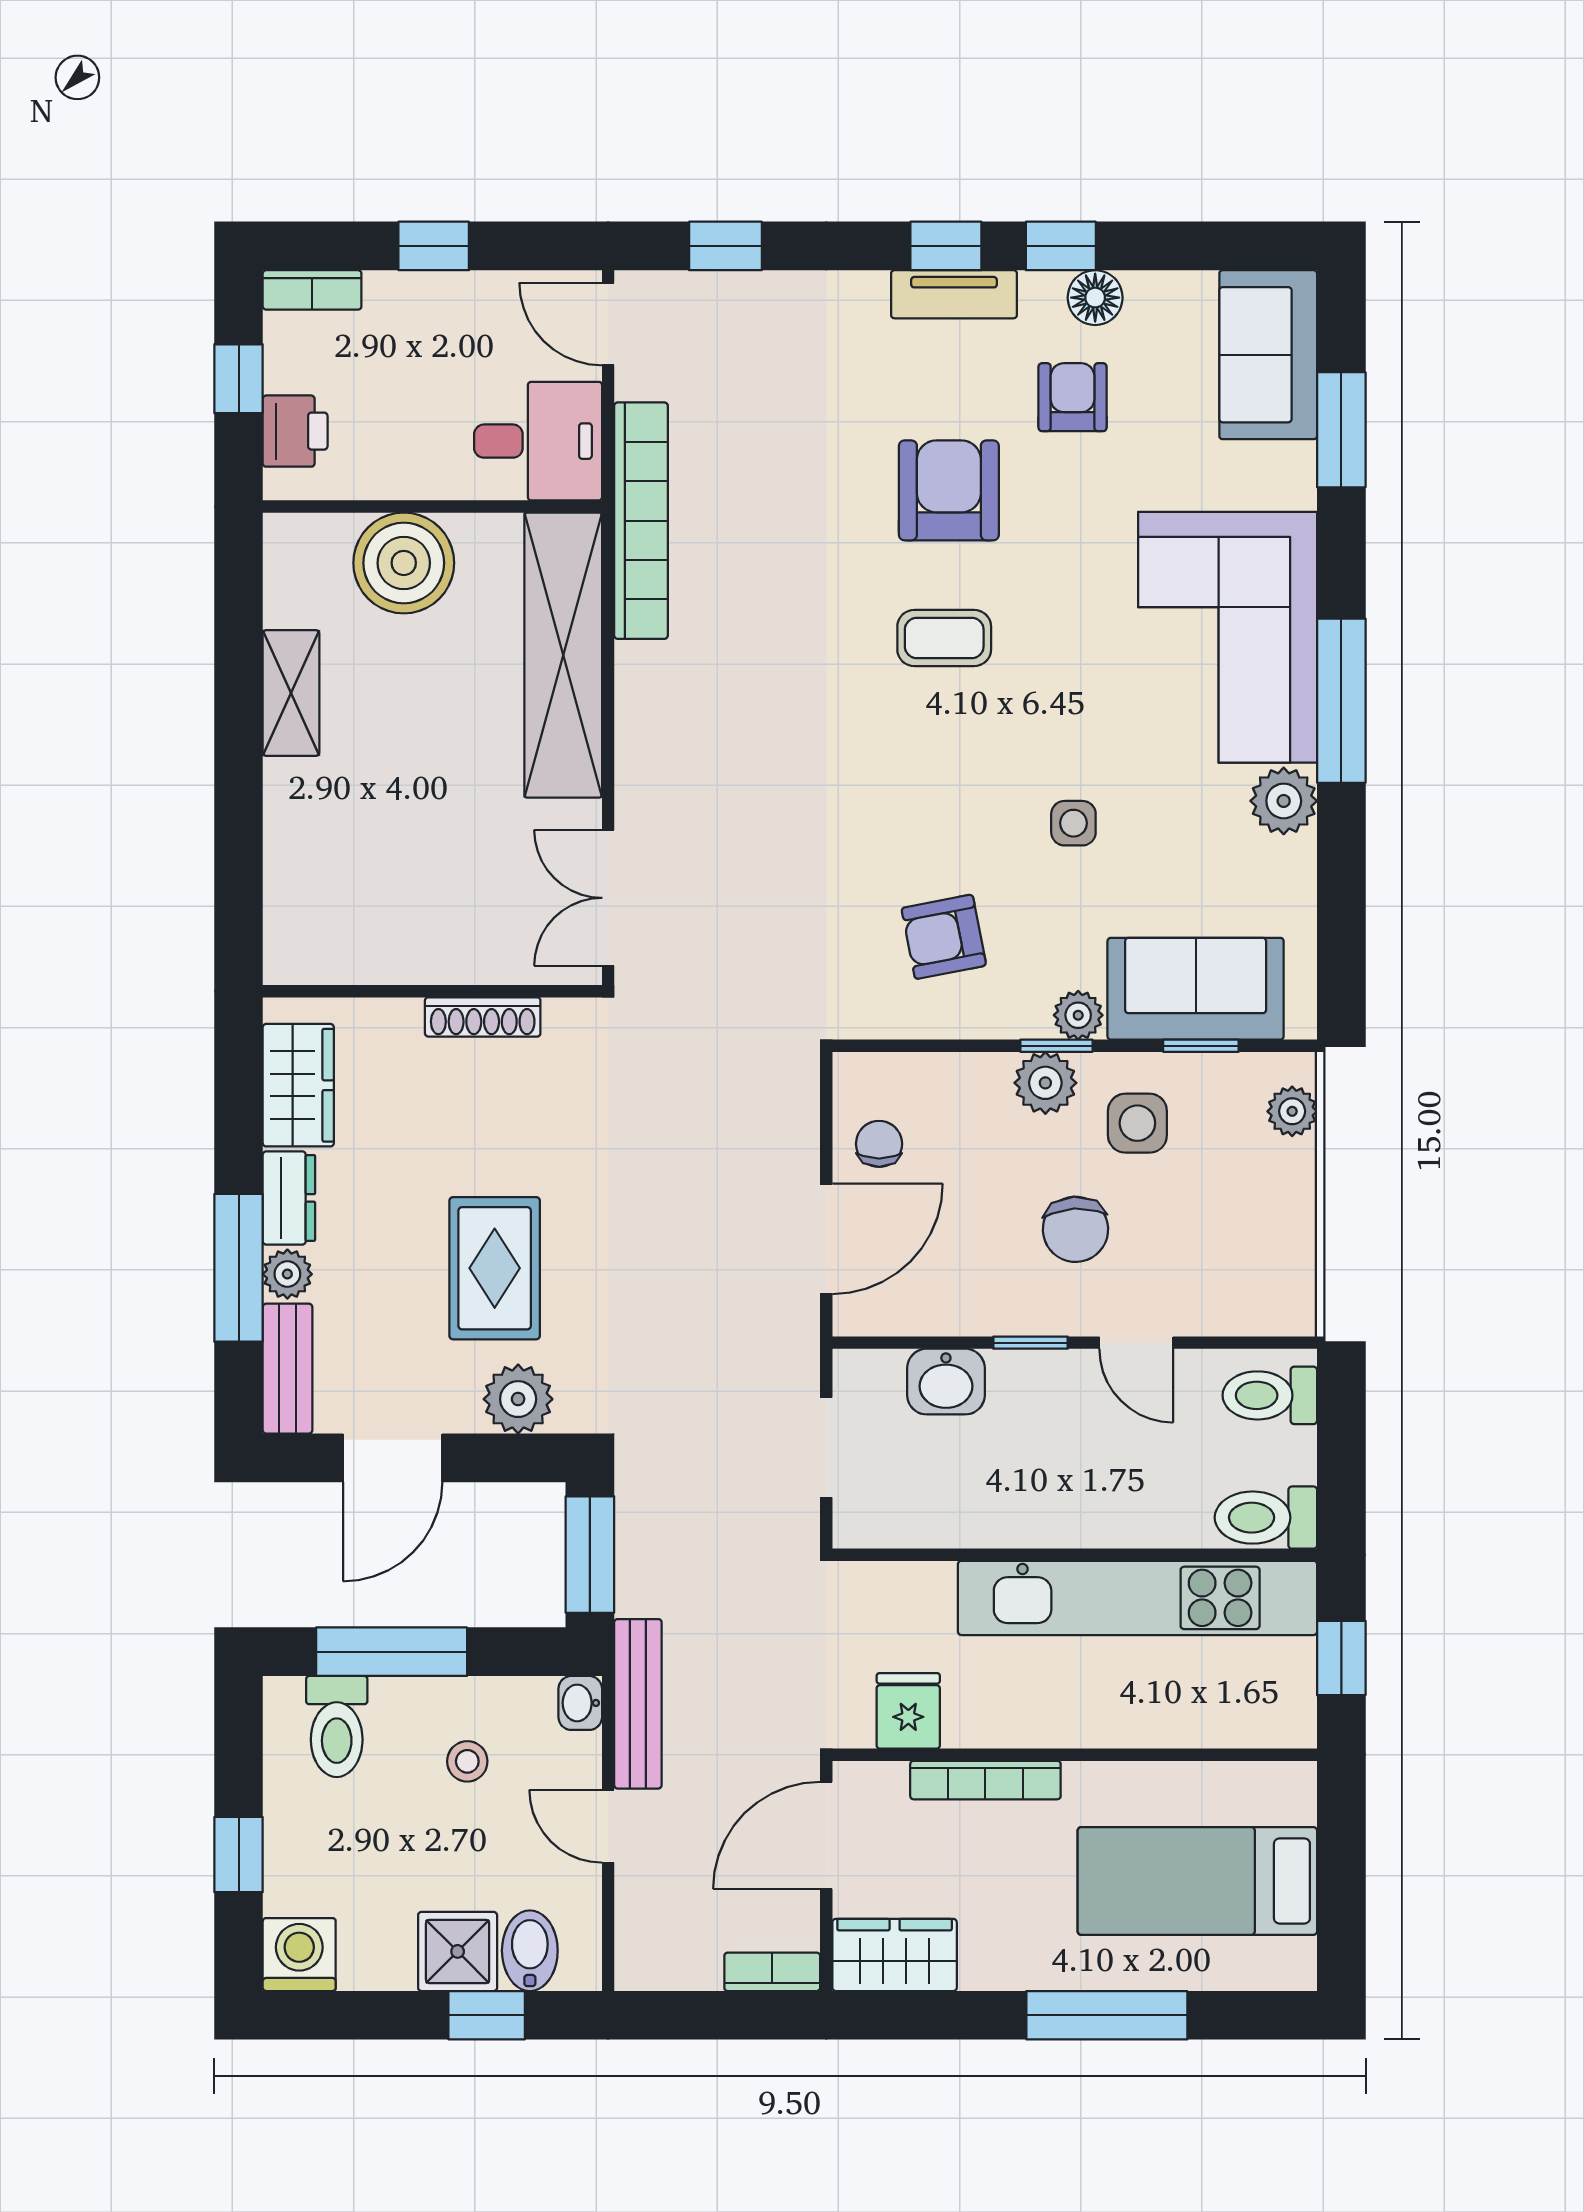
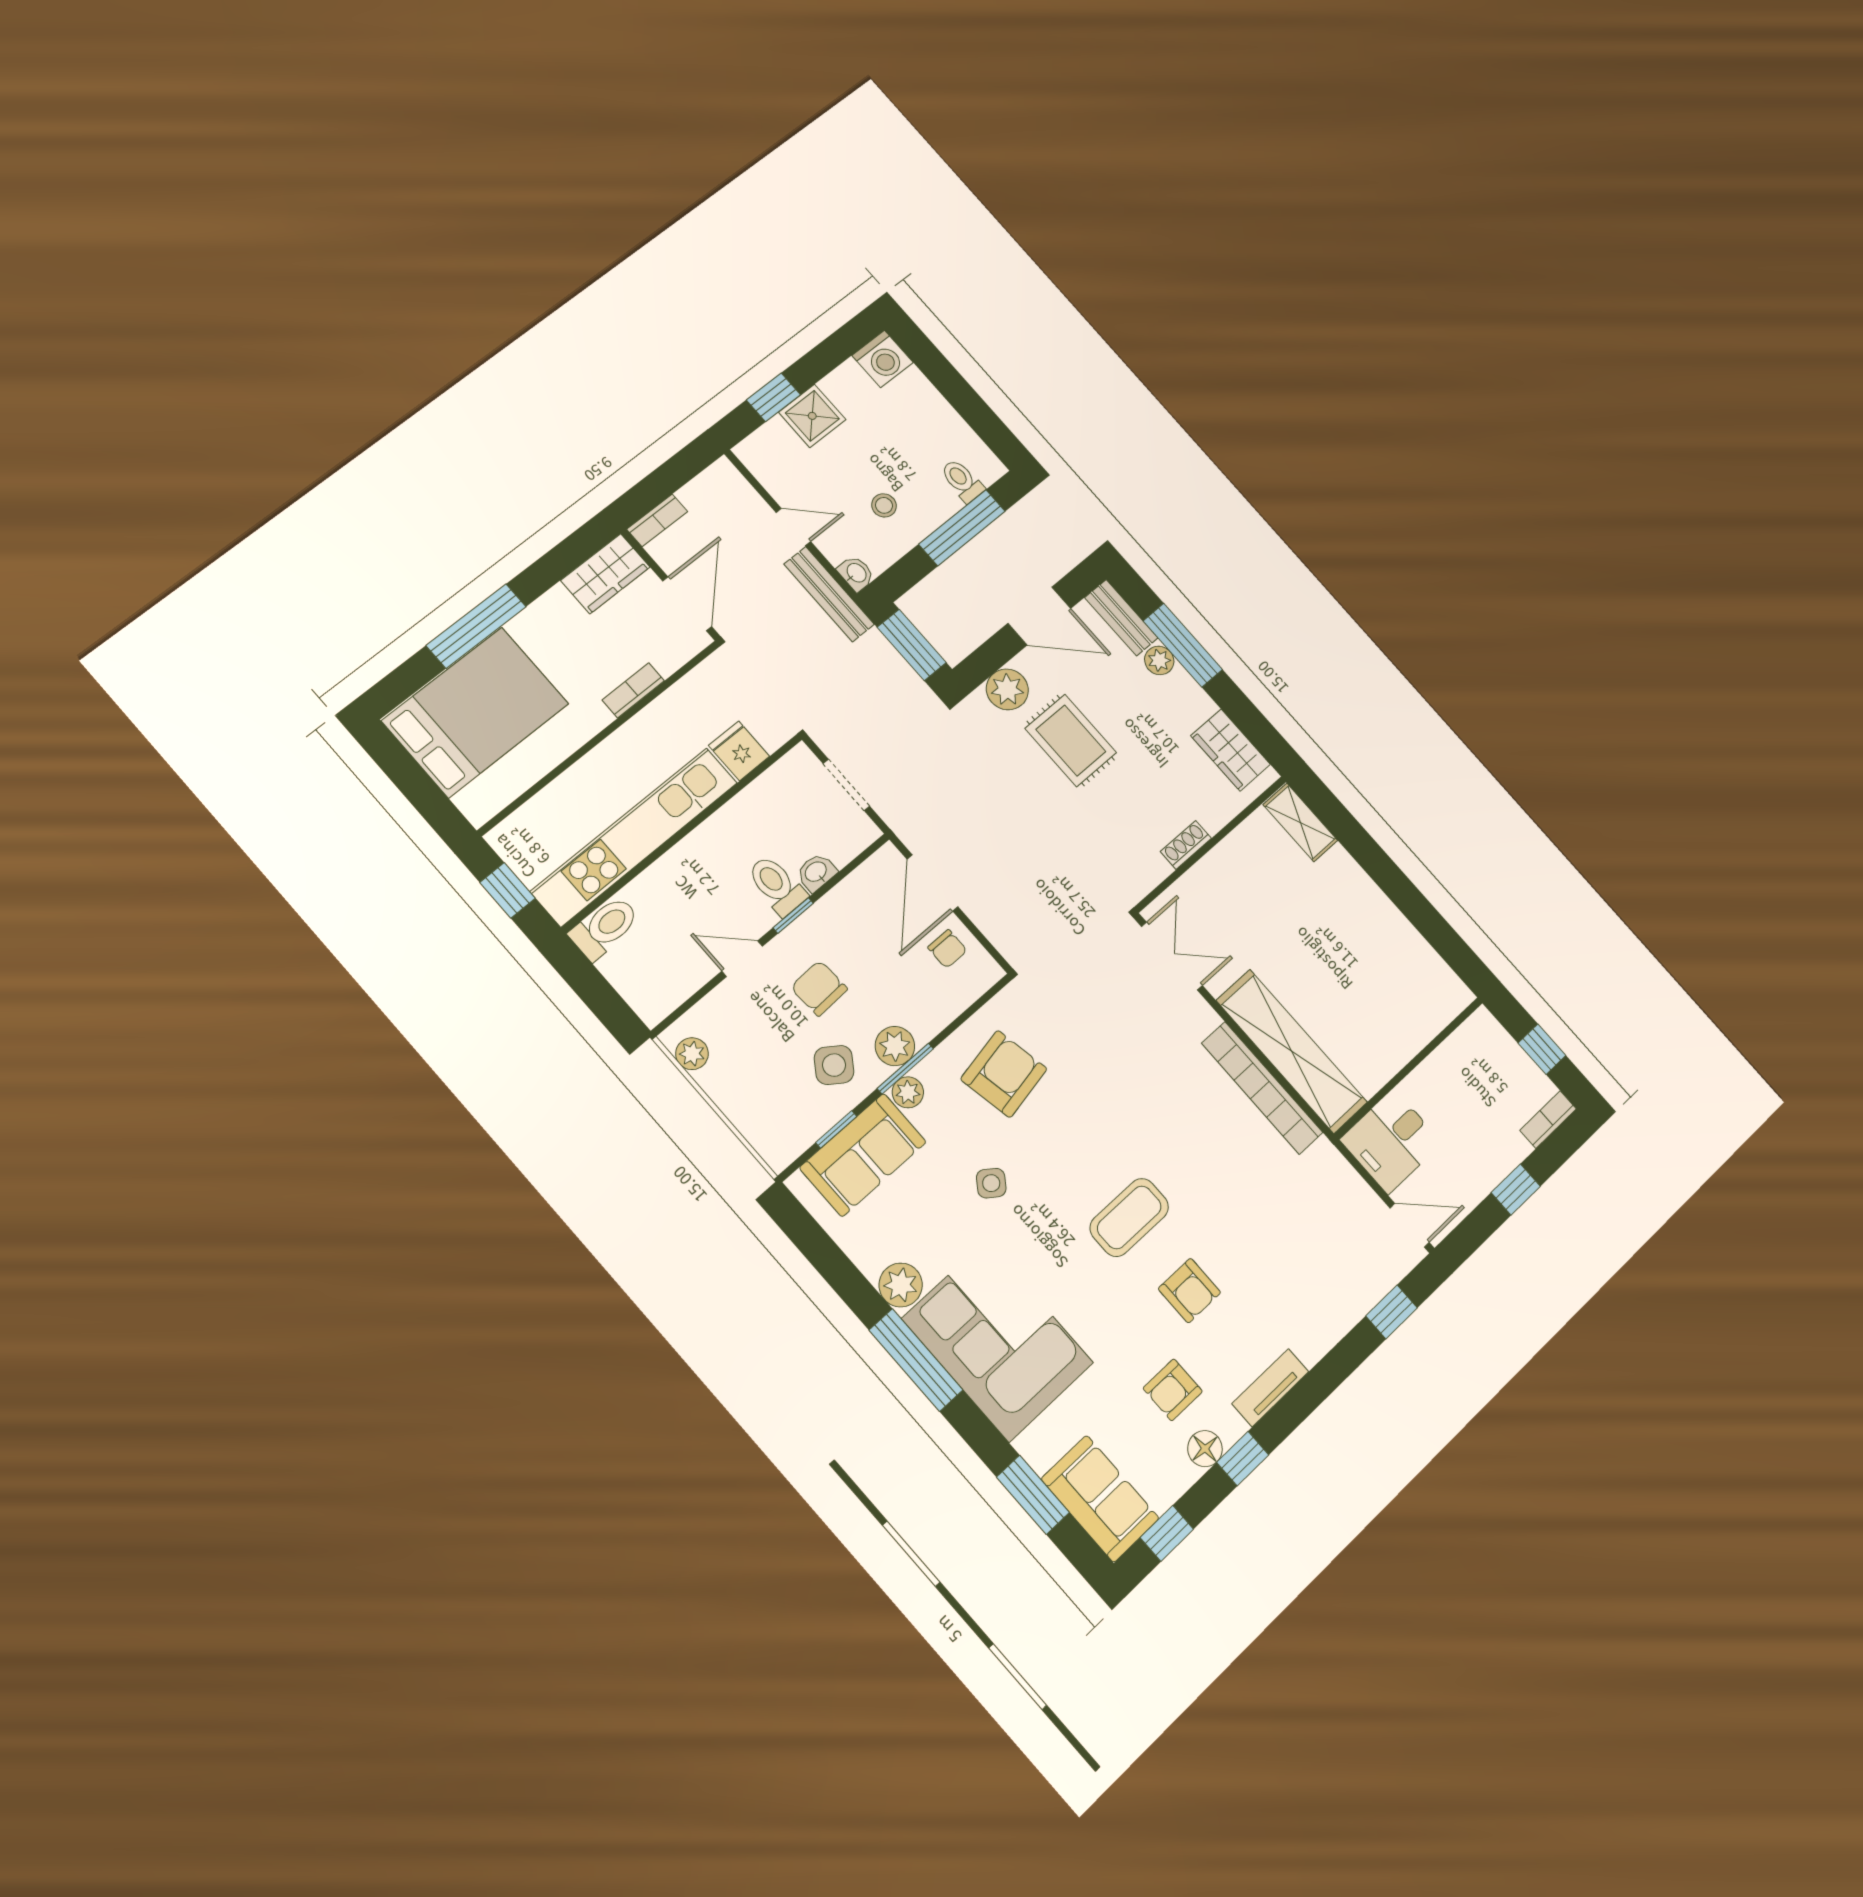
window: (946, 246) -> (1167, 1533), moved
armchair: (1073, 397) -> (1173, 1390), turned 90
printer: (295, 431) -> (1497, 1048), removed
armchair: (949, 490) -> (1189, 1291), width x0.72, depth x0.72
bookcase: (641, 521) -> (1262, 1088), moved
boiler: (404, 563) -> (1398, 1030), removed
coffee table: (944, 638) -> (1129, 1217), width x1.36, depth x1.30
shelving: (291, 693) -> (1300, 822), moved
side table: (1073, 823) -> (991, 1183), turned 36
armchair: (944, 937) -> (1004, 1074), width x1.38, depth x1.38
shoe rack: (483, 1017) -> (1186, 845), width x0.70
window: (1056, 1046) -> (905, 1069), width x1.50
plant: (1292, 1111) -> (692, 1054), moved
side table: (1137, 1123) -> (834, 1065), turned 35
dresser: (289, 1198) -> (1189, 695), removed
washbasin: (946, 1382) -> (816, 872), width x0.72, depth x0.69
toilet: (1270, 1395) -> (777, 885), moved, turned -90
door: (393, 1458) -> (1039, 616), swing flipped
fridge: (908, 1711) -> (739, 751), moved, turned 180
toilet: (337, 1726) -> (962, 481), width x0.73, depth x0.72
bookcase: (985, 1780) -> (633, 690), width x0.64
window: (239, 1855) -> (949, 382), removed
bed: (1197, 1881) -> (475, 712), width x1.50
bidet: (530, 1951) -> (779, 442), removed

